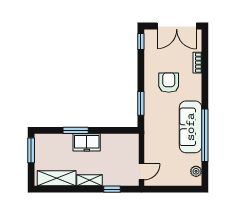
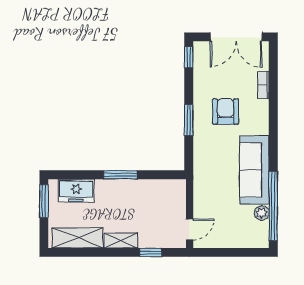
window: (141, 103) -> (189, 120), moved
window: (76, 130) -> (120, 175), moved
window: (205, 135) -> (273, 206), moved
freezer: (87, 142) -> (76, 191), moved
plant: (196, 171) -> (262, 213), moved

